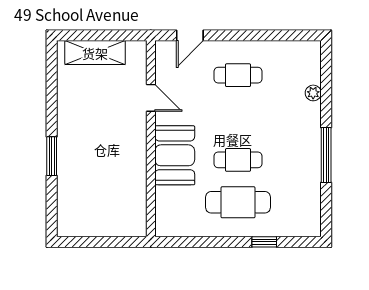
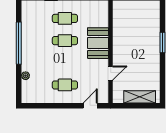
door: (151, 98) -> (111, 73), swing flipped
window: (326, 155) -> (19, 43), width x1.46
cafe table: (238, 202) -> (65, 18), width x0.73, depth x0.74

